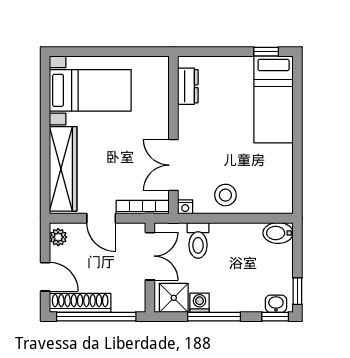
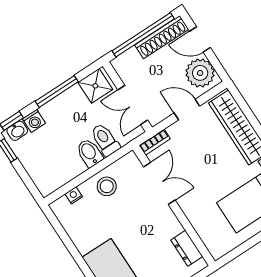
bookcase: (143, 207) -> (155, 142), width x0.64
nightstand: (185, 207) -> (74, 195), moved
bidet: (278, 233) -> (89, 153), moved, turned -90
plant: (58, 237) -> (200, 73), width x1.88, depth x1.88
washing machine: (200, 303) -> (34, 121), moved

